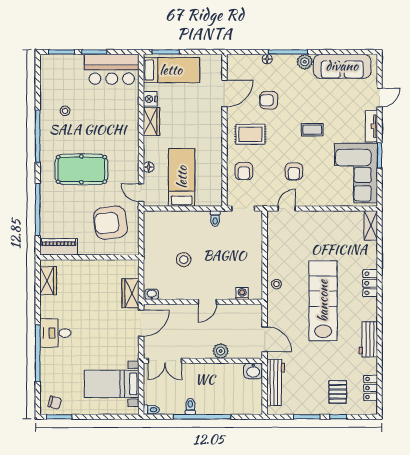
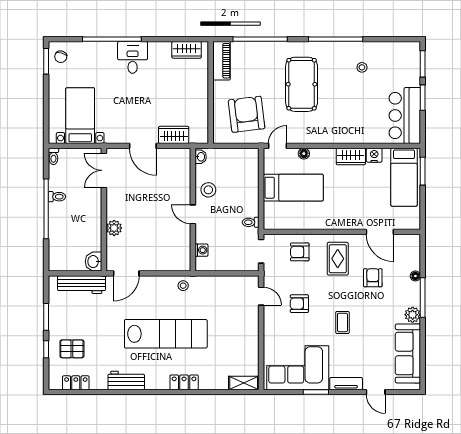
washbasin: (152, 294) -> (201, 157), moved
washing machine: (242, 294) -> (201, 250), moved
wall: (203, 302) -> (193, 210), moved
door: (207, 302) -> (193, 214), moved

